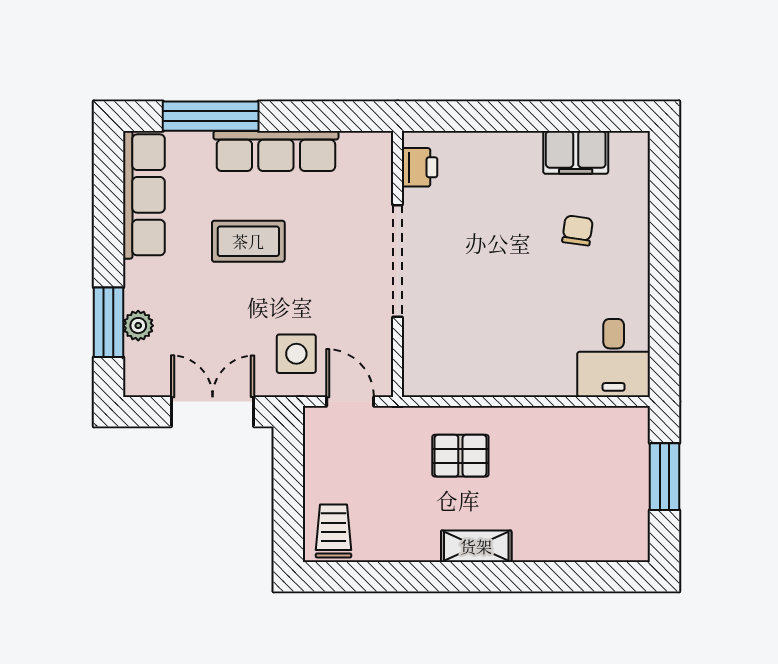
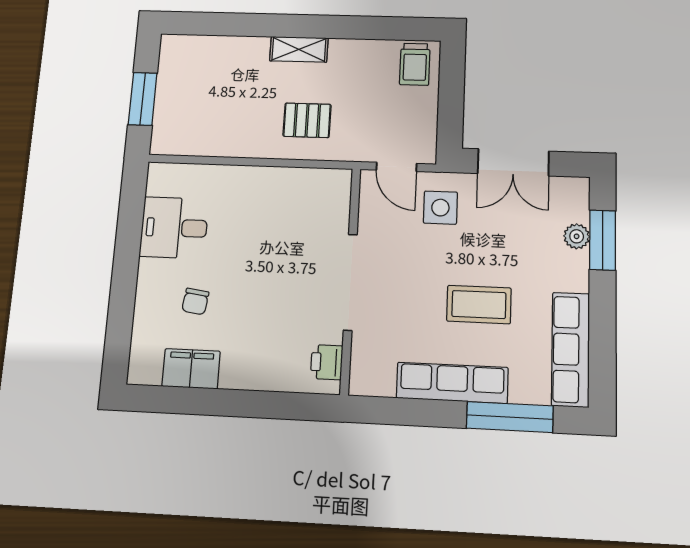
desk: (614, 358) -> (174, 228), moved, turned -90

